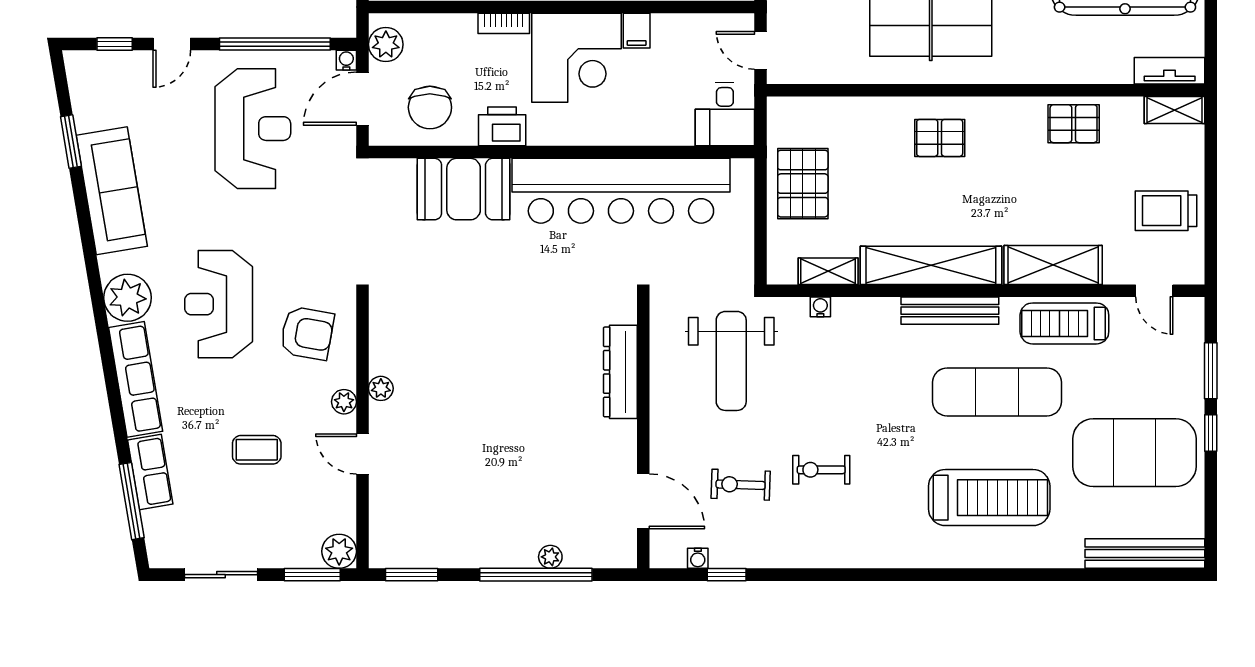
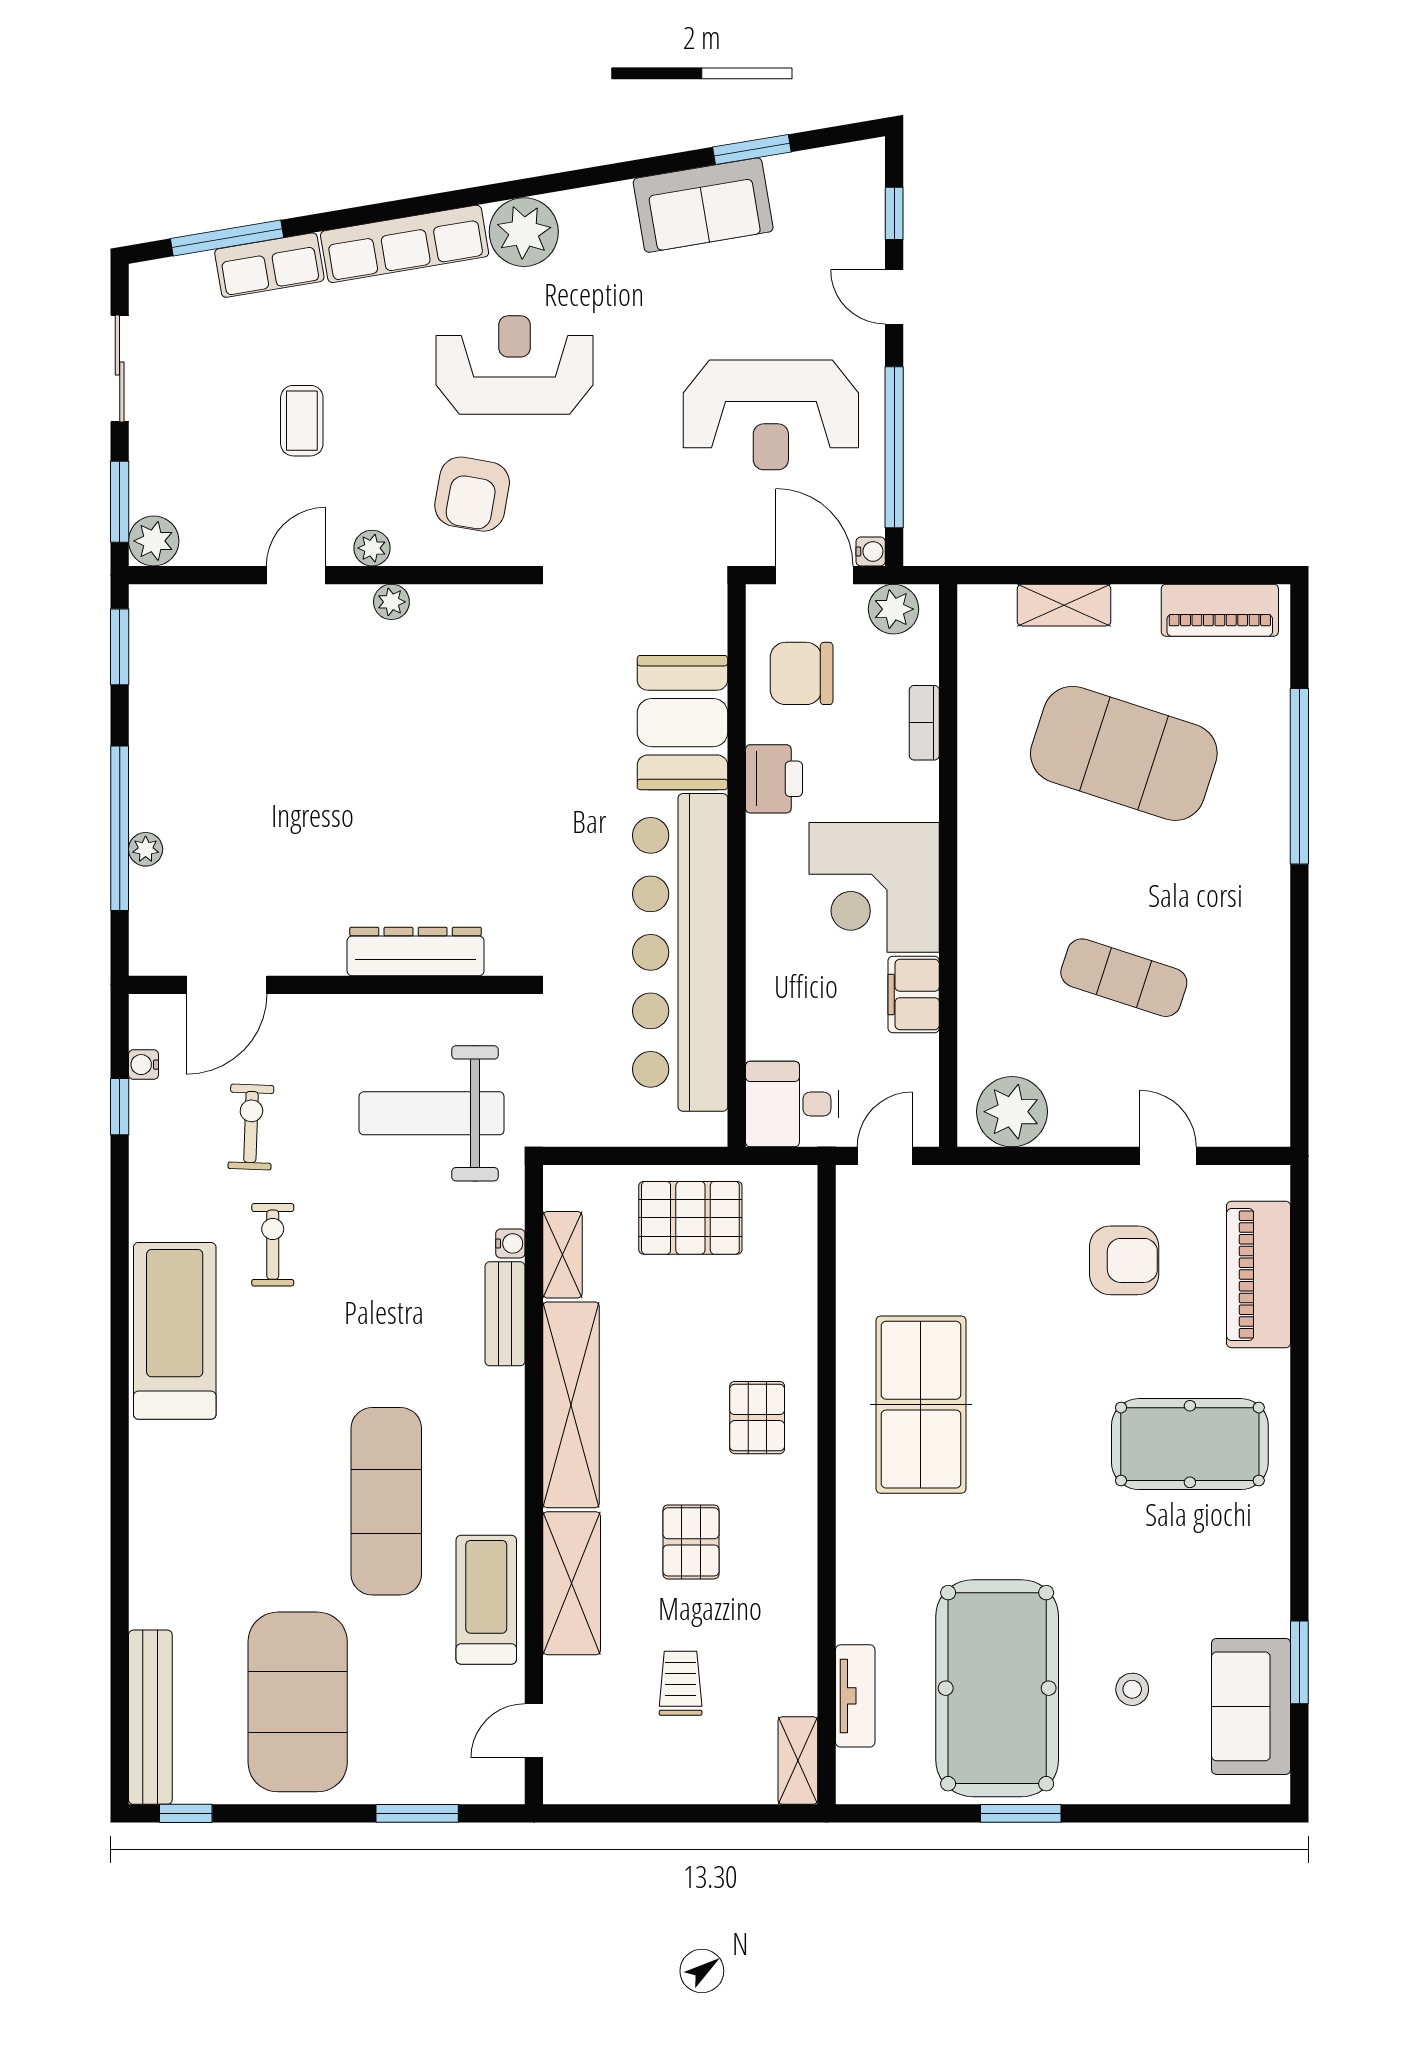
bookcase: (504, 23) -> (924, 723), moved
filing cabinet: (637, 31) -> (914, 994), width x2.00
tv unit: (1170, 71) -> (855, 1696), moved
pallet: (1074, 124) -> (691, 1542), moved
sofa: (112, 191) -> (703, 205), width x0.73
trolley: (1166, 211) -> (681, 1683), moved, width x0.73, depth x0.72
bench: (950, 311) -> (505, 1314), moved, width x0.73
window: (1211, 433) -> (186, 1813), moved
treadmill: (989, 498) -> (175, 1331), moved, turned 180

